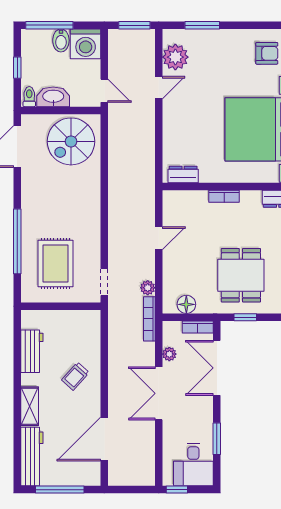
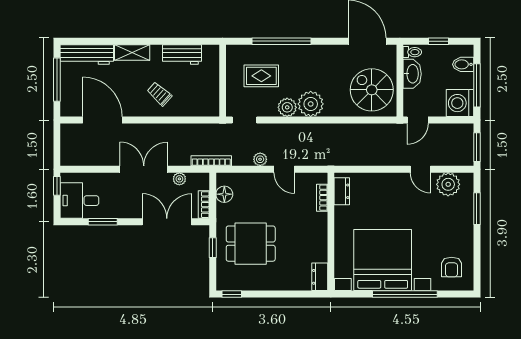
window: (49, 25) -> (477, 85), moved
bidet: (61, 40) -> (463, 64), moved
bookcase: (224, 196) -> (322, 198), moved
plant: (87, 209) -> (311, 104), added
plant: (90, 235) -> (287, 107), added
rug: (56, 264) -> (261, 76), width x0.73, depth x0.70
plant: (148, 288) -> (260, 159), moved

